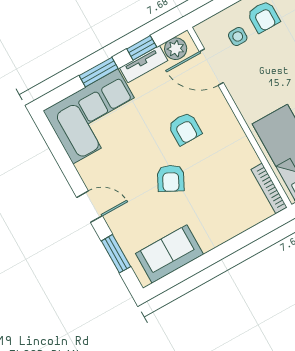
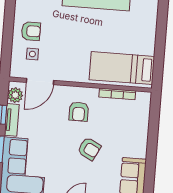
armchair: (185, 129) -> (79, 112), moved, turned 90
bookcase: (269, 188) -> (117, 94), moved

